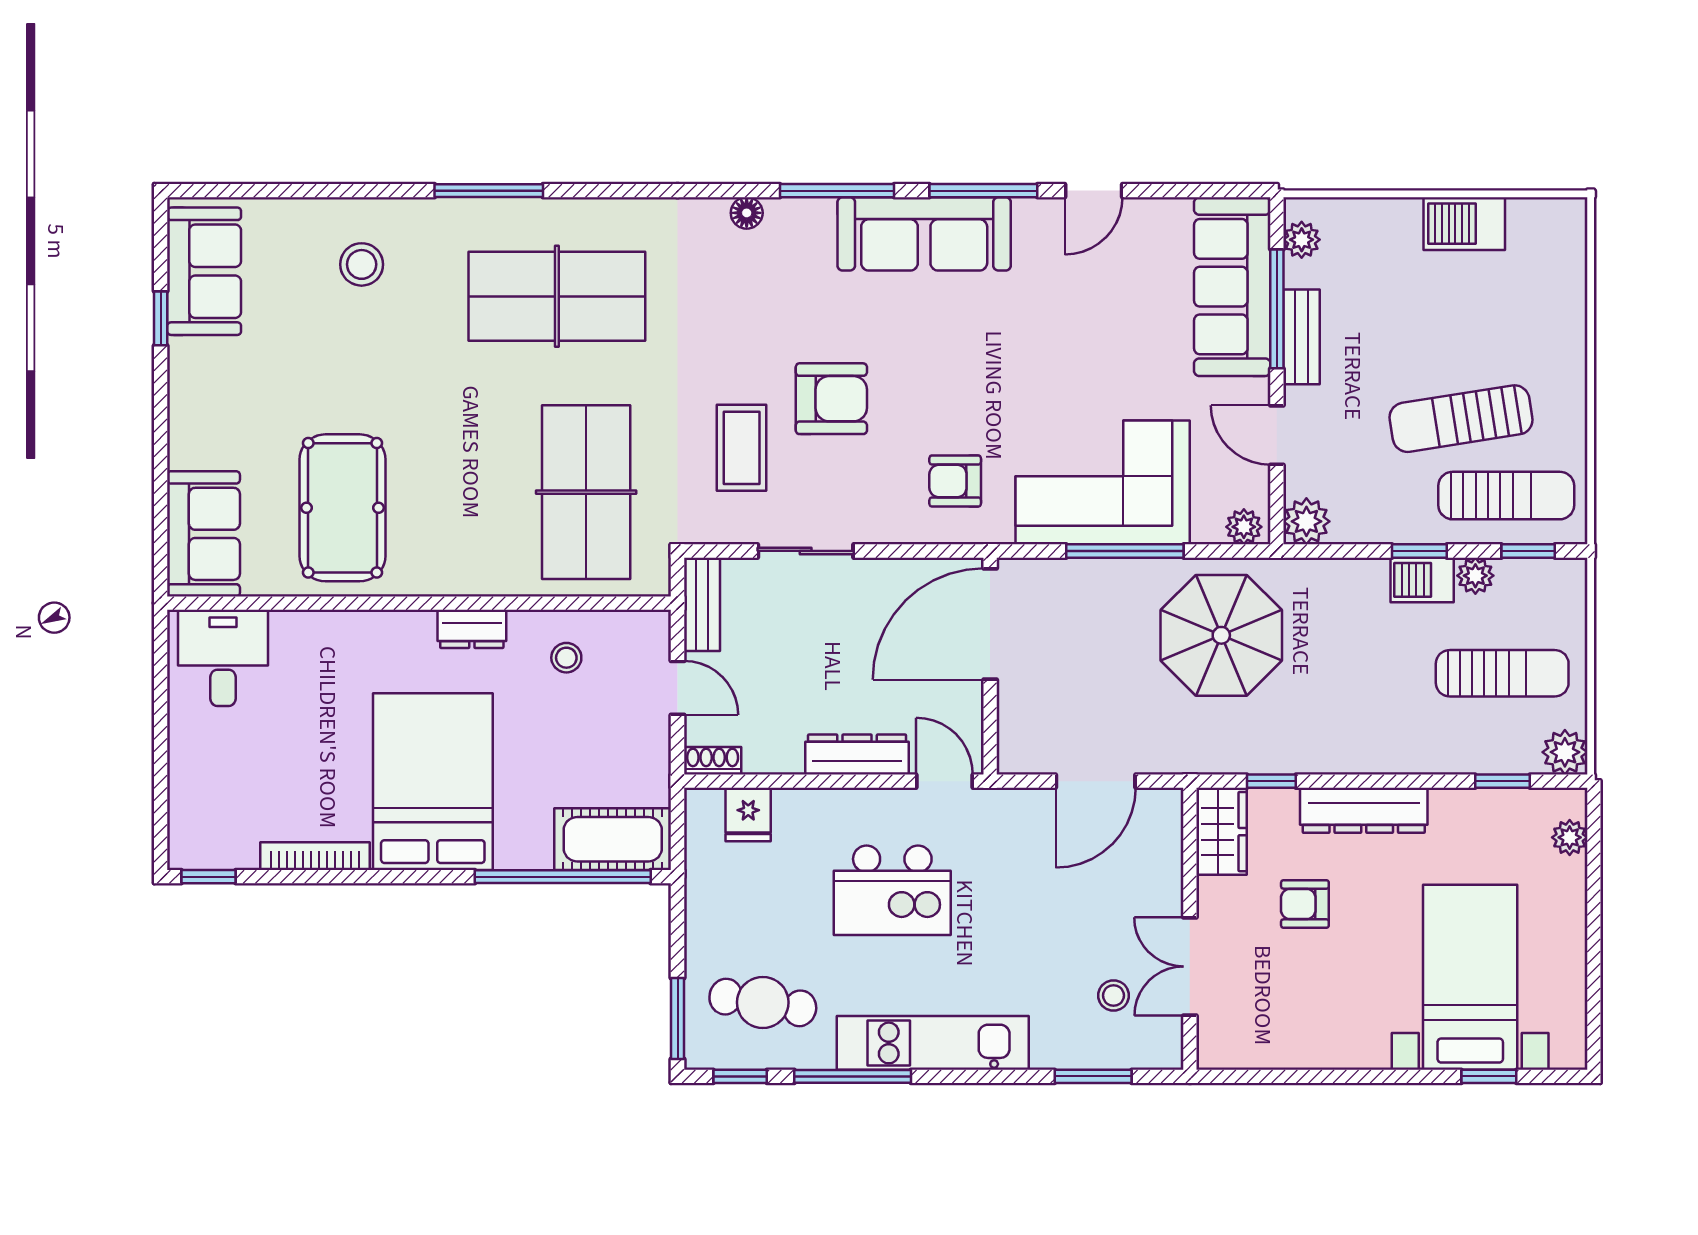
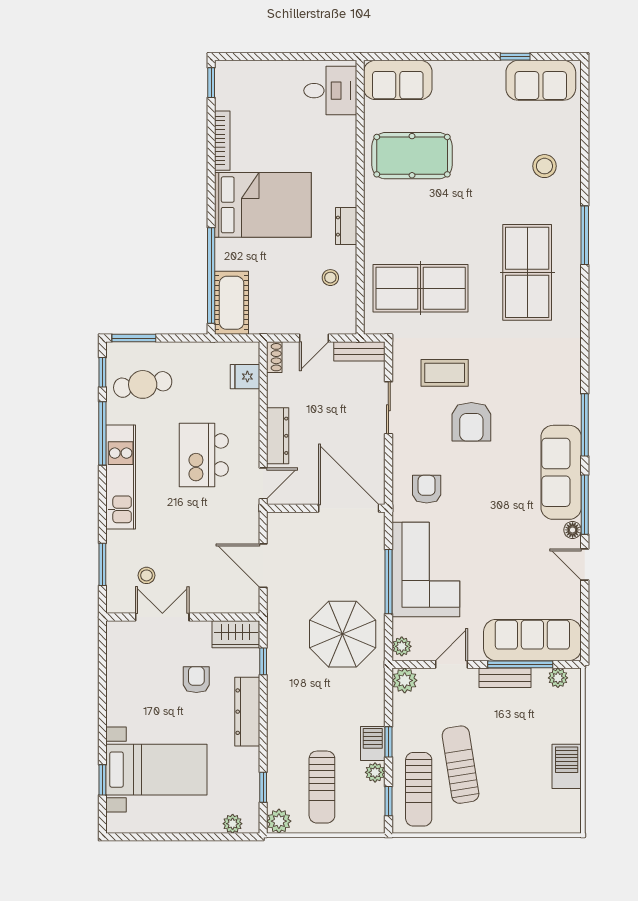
floor lamp: (747, 213) -> (573, 530), moved
cafe table: (763, 1002) -> (143, 384), turned 72

